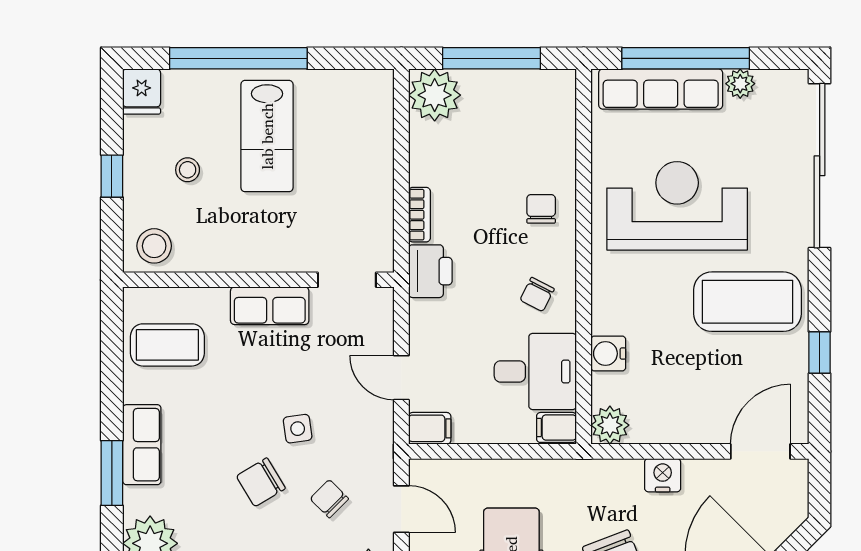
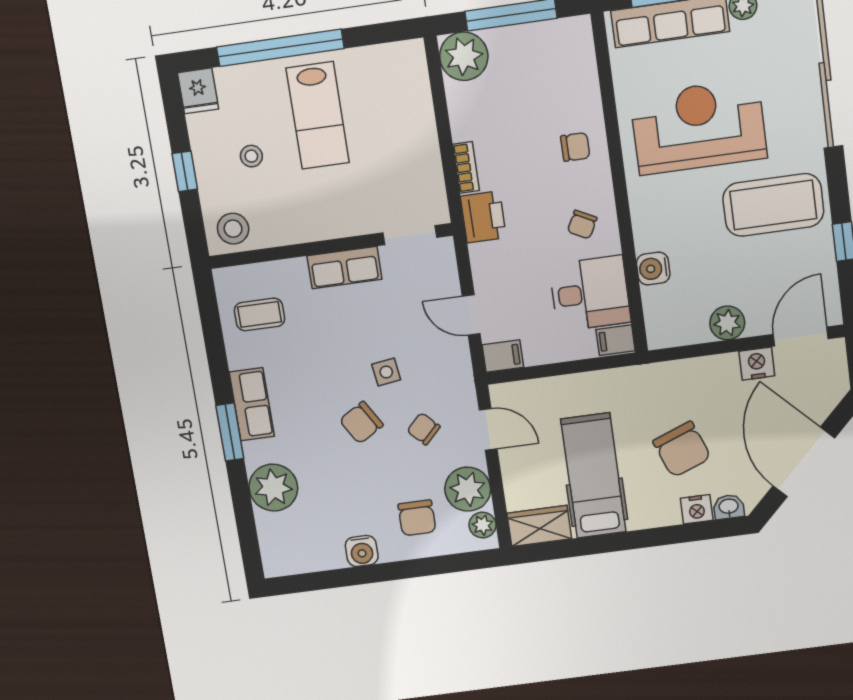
chair: (541, 209) -> (575, 147), turned 90
coffee table: (167, 345) -> (260, 314), width x0.73, depth x0.77
plant: (610, 425) -> (727, 323), moved
nightstand: (663, 475) -> (757, 364), moved

